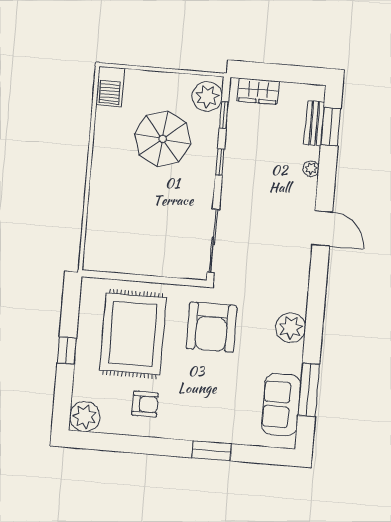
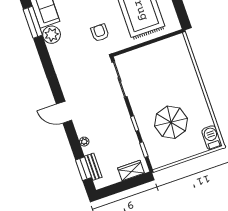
plant: (207, 96) -> (157, 156), removed
armchair: (212, 327) -> (100, 33), width x0.53, depth x0.53
plant: (291, 328) -> (52, 35), moved

